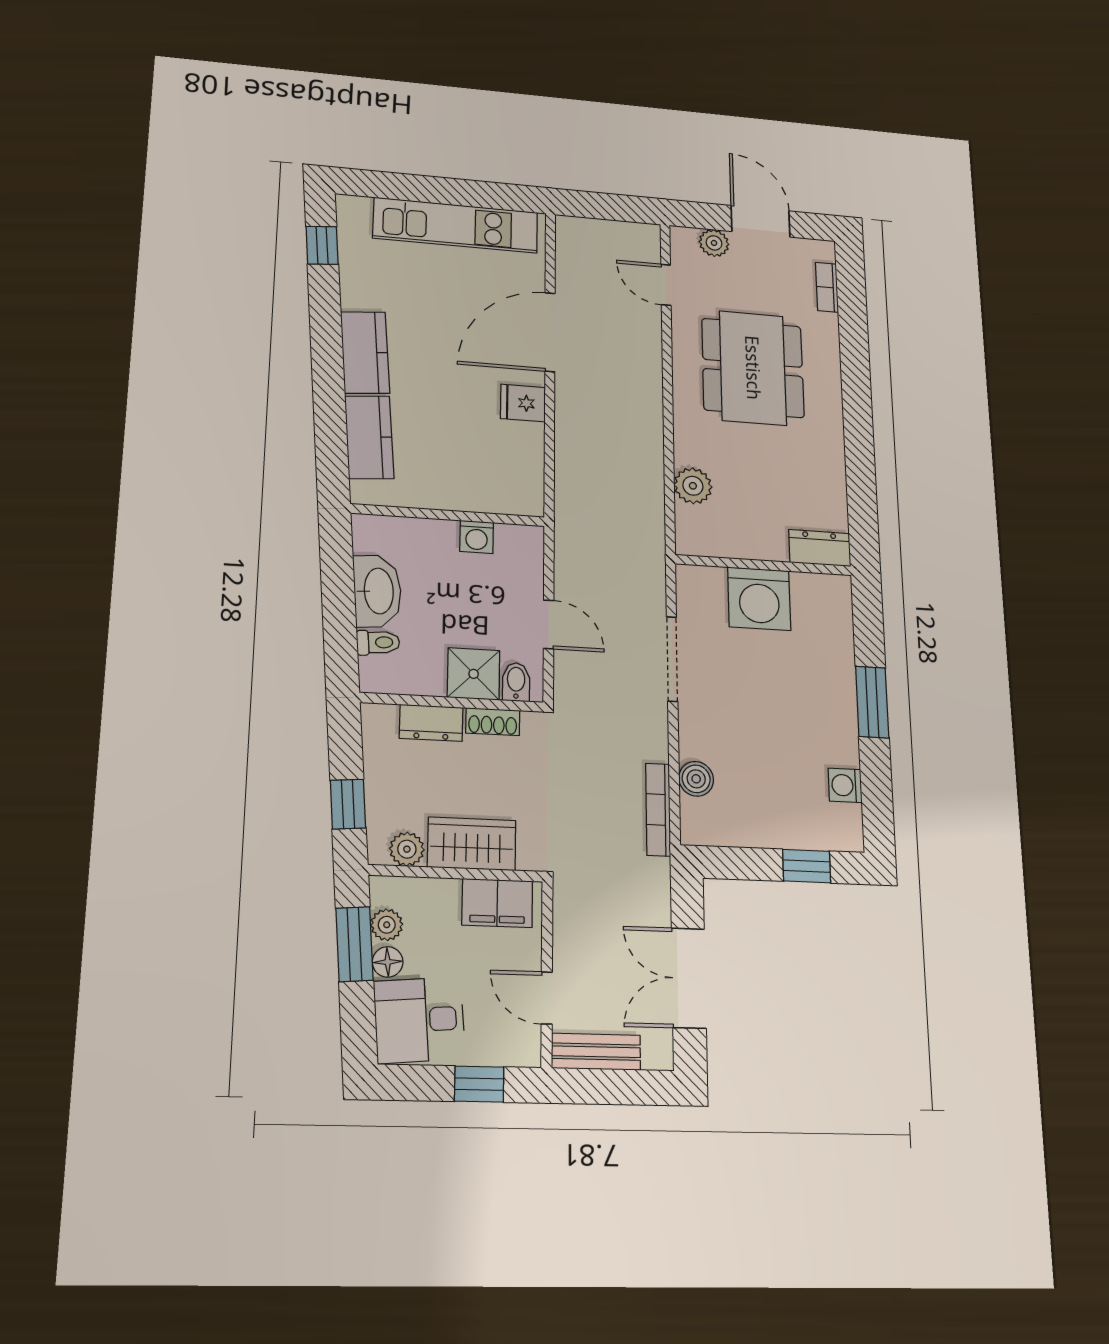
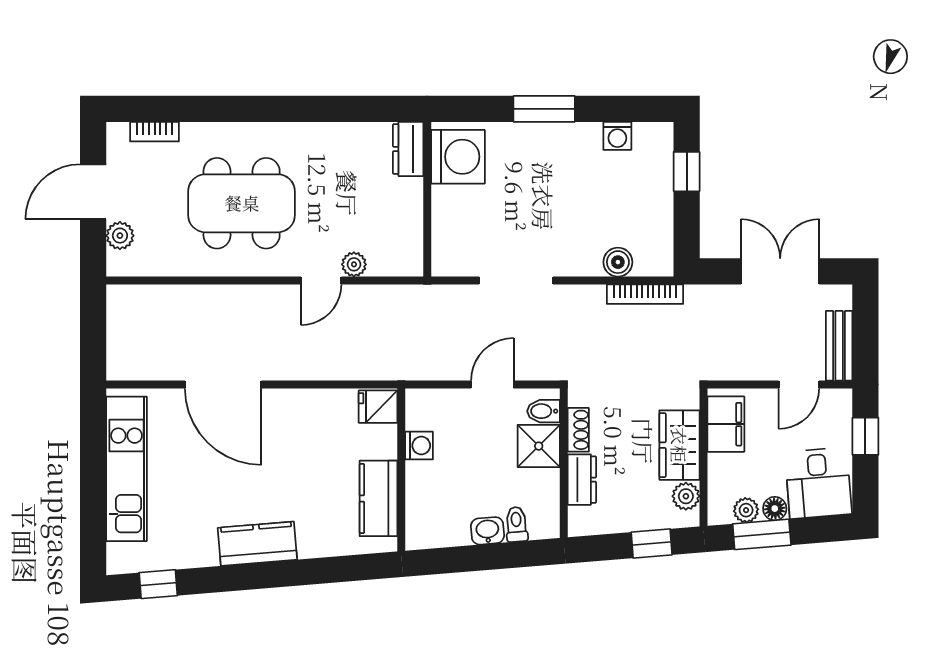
door: (666, 285) -> (321, 281), moved
fridge: (523, 403) -> (378, 407), moved, turned 90
kitchen counter: (369, 437) -> (378, 498), moved, turned -85
plant: (693, 486) -> (354, 264), width x0.73, depth x0.73
washbasin: (377, 591) -> (487, 531), width x0.52, depth x0.69
washing machine: (759, 599) -> (458, 157), moved
double door: (689, 978) -> (780, 271), swing flipped

